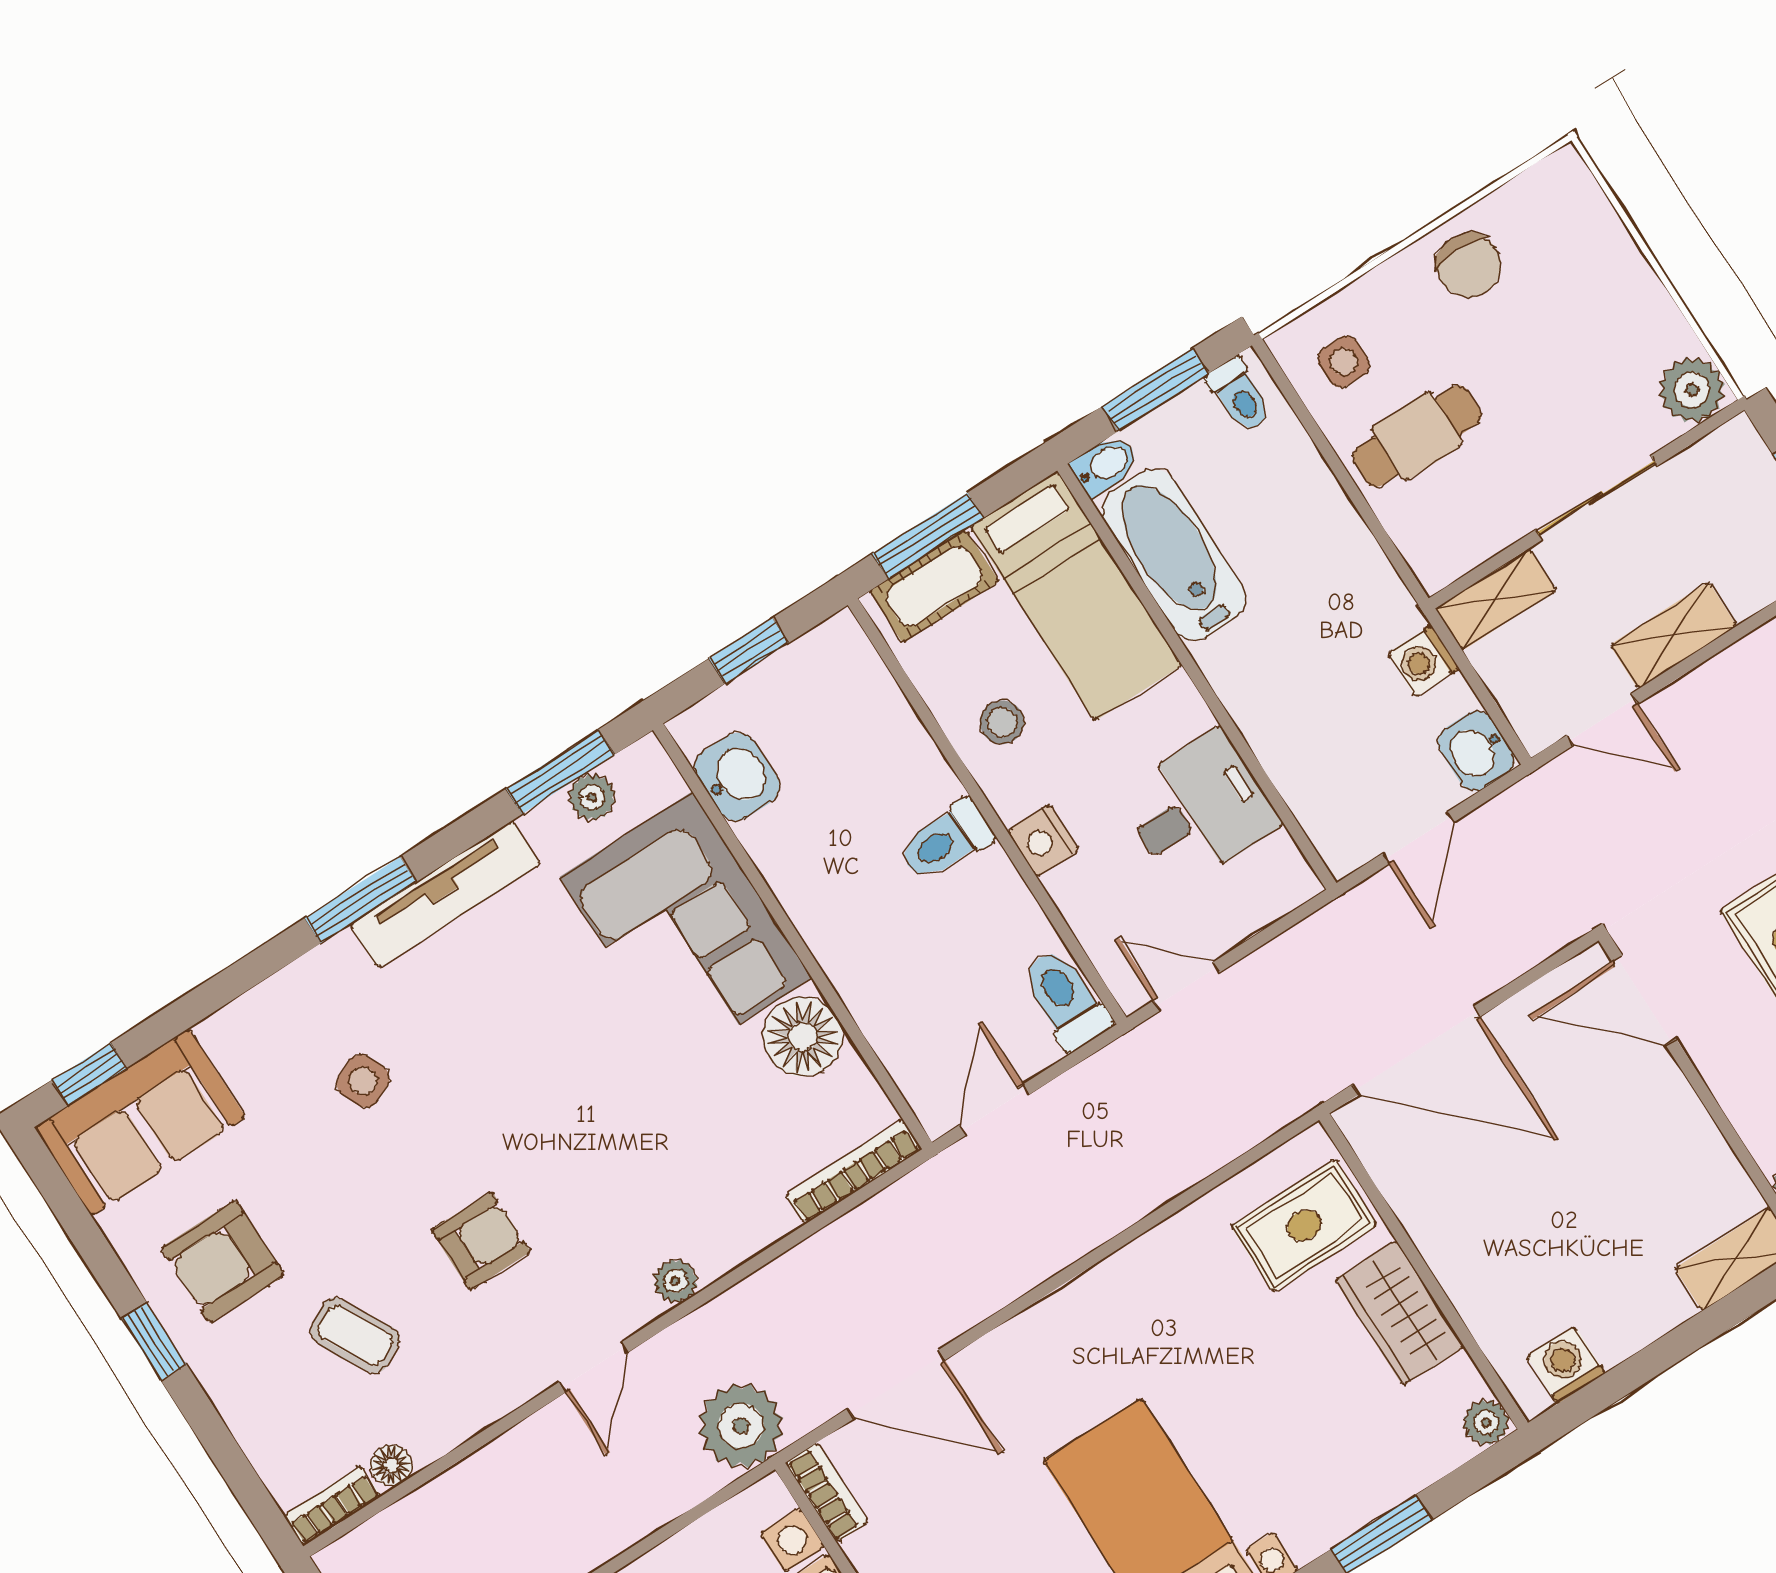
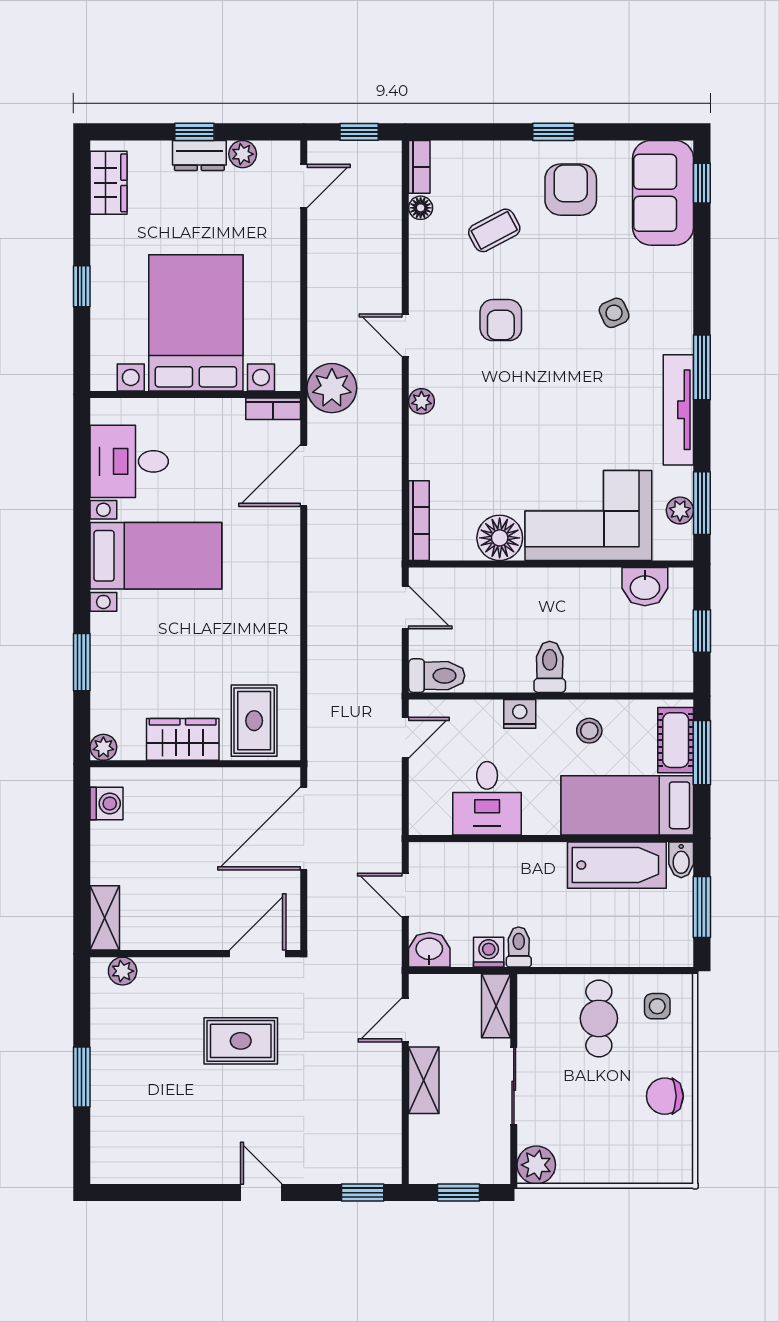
toilet: (1239, 395) -> (519, 947), moved, turned 90

